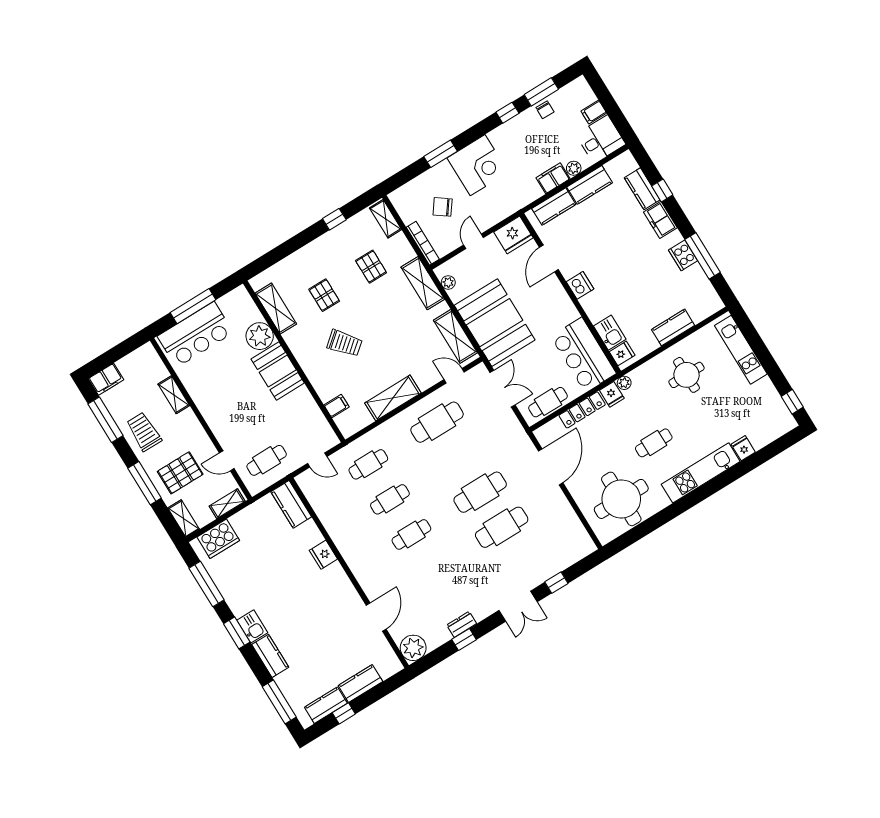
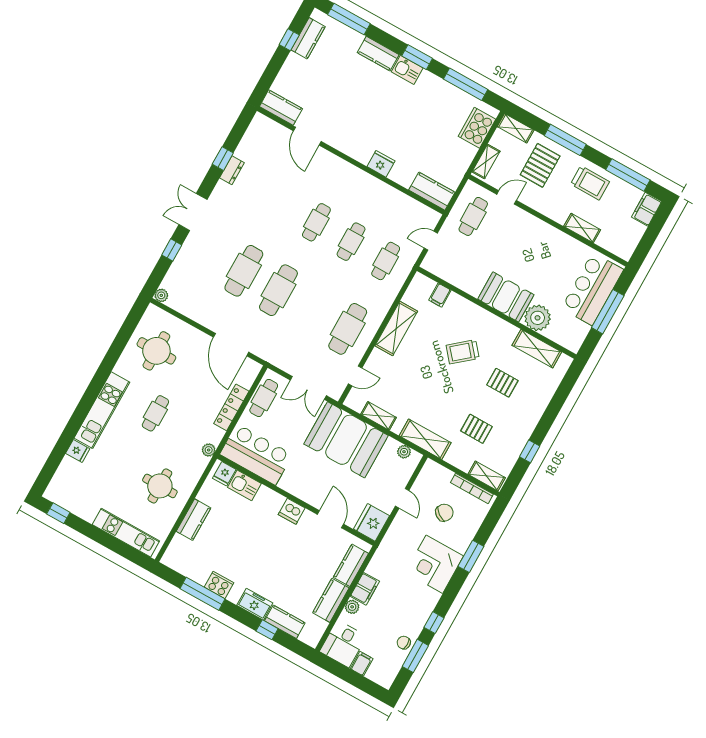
bookcase: (423, 243) -> (472, 488), moved
shelving: (455, 336) -> (379, 416), width x0.67, depth x0.75
fridge: (612, 394) -> (214, 434), removed
round table: (621, 499) -> (156, 351), width x0.73, depth x0.73
plant: (413, 648) -> (161, 295), moved, width x0.53, depth x0.53
kitchen counter: (360, 684) -> (281, 108), moved, turned -90

